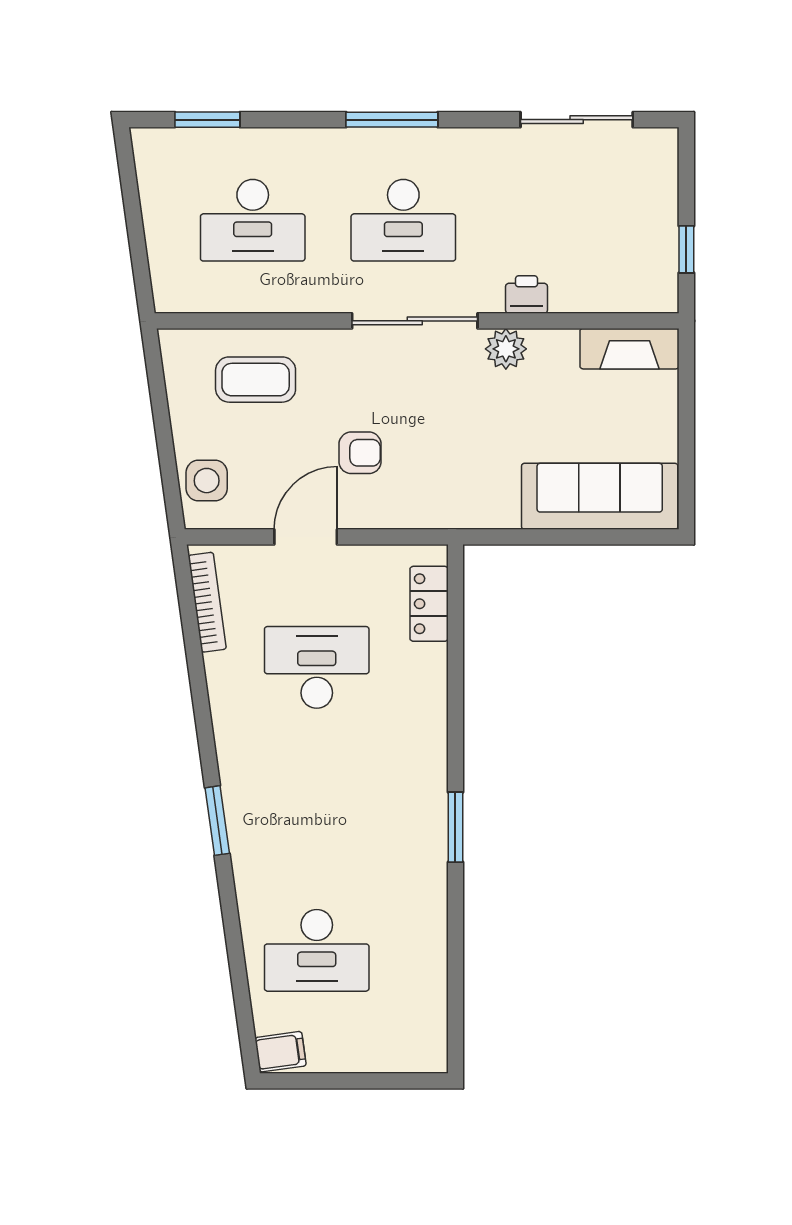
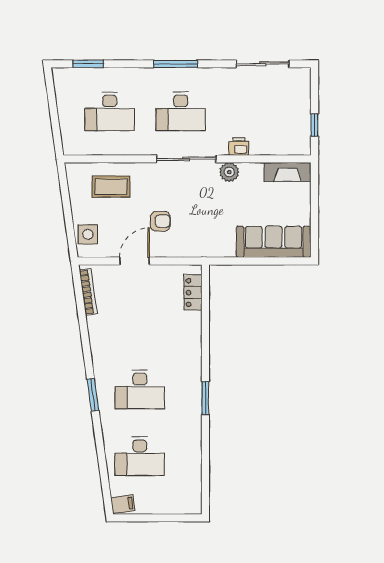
desk: (317, 667) -> (140, 389), moved, turned 180

